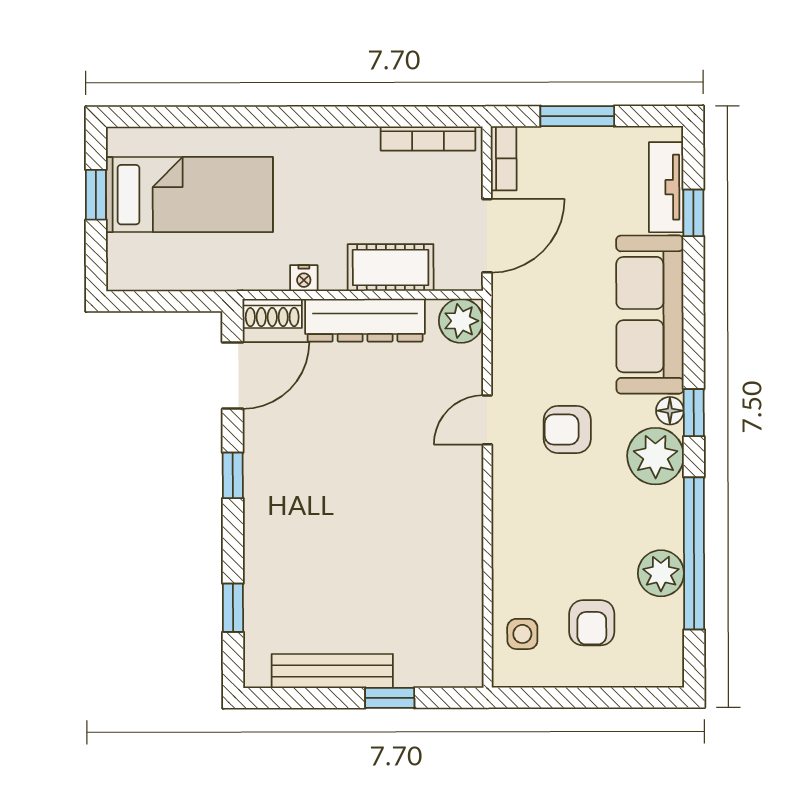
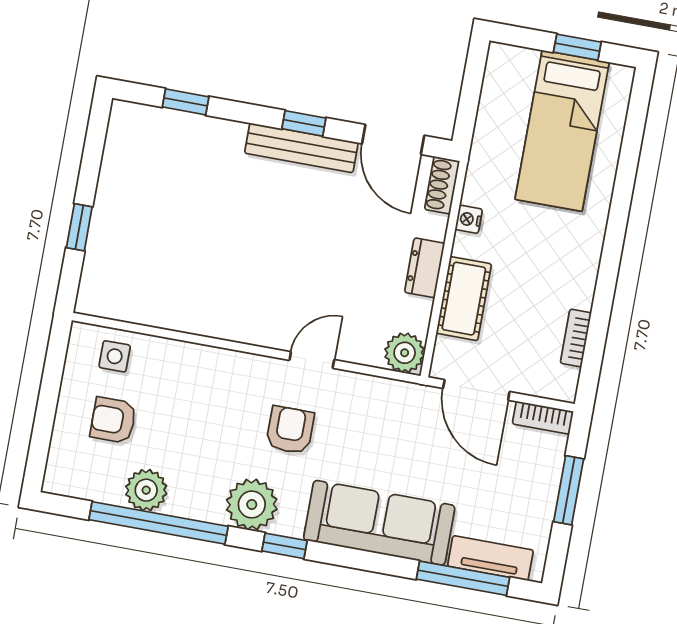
bookcase: (428, 139) -> (576, 338), width x0.64
window: (693, 213) -> (463, 578), width x2.17
dresser: (365, 320) -> (425, 268), width x0.51, depth x0.80
floor lamp: (670, 411) -> (290, 525), removed
door: (487, 420) -> (312, 360), hinge flipped
bench: (332, 671) -> (301, 148), moved, turned 90

